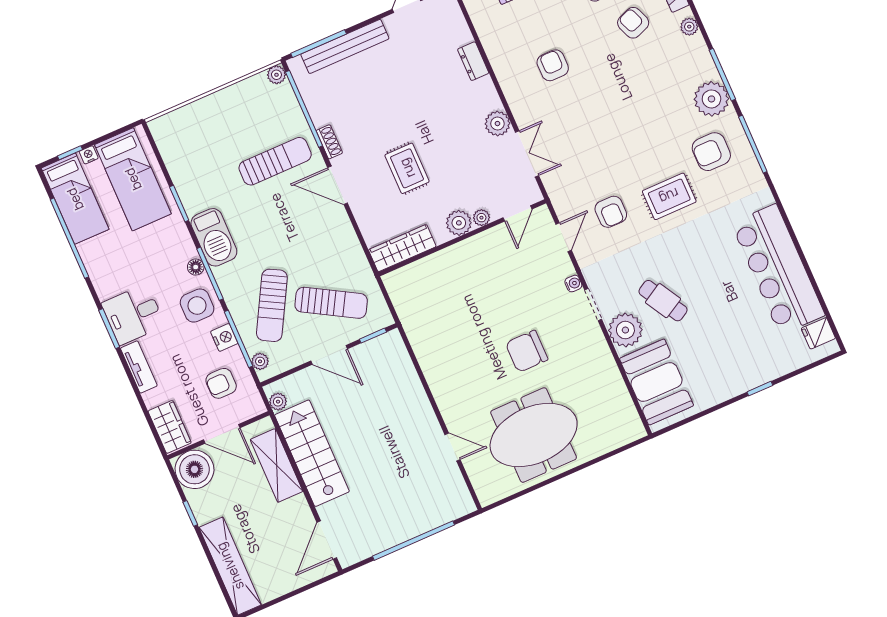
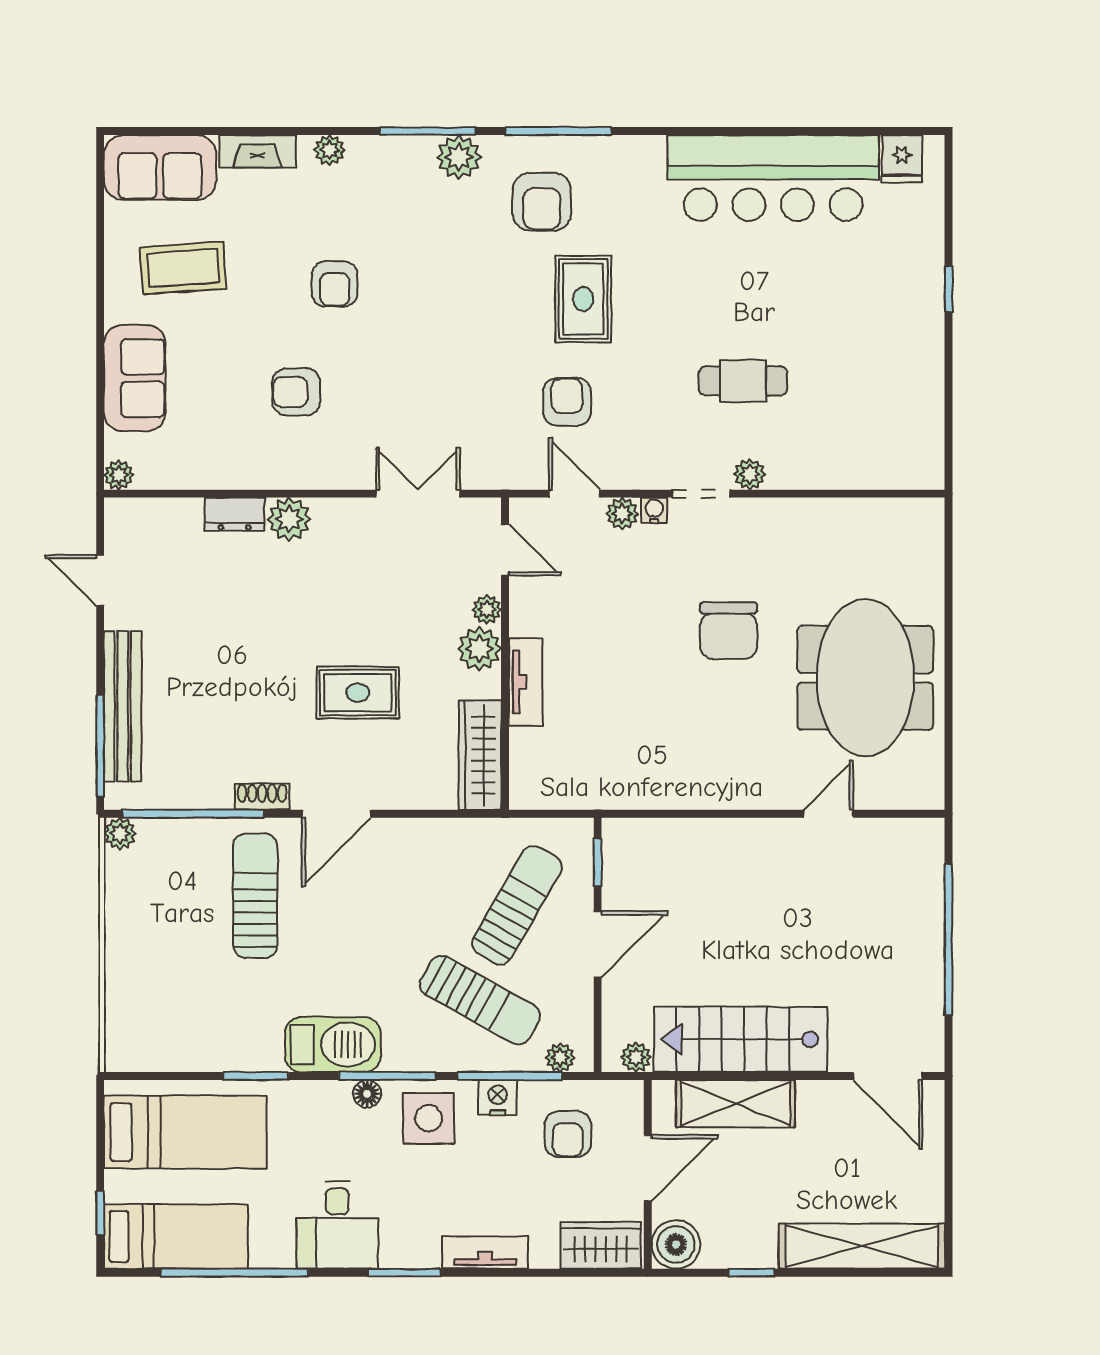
armchair: (633, 23) -> (335, 284), moved, turned -69
plant: (711, 99) -> (459, 157), width x0.73, depth x0.73
plant: (497, 124) -> (289, 519), moved
nightstand: (89, 155) -> (116, 1185), removed
armchair: (611, 212) -> (567, 402), turned -90
tv unit: (452, 255) -> (526, 682), added
plant: (564, 267) -> (622, 514), added
cafe table: (663, 301) -> (743, 381), turned 30
desk: (133, 315) -> (337, 1225), moved
plant: (625, 330) -> (750, 474), width x0.53, depth x0.53
booth: (657, 382) -> (867, 447), removed
boiler: (194, 469) -> (676, 1244), width x0.73, depth x0.73

